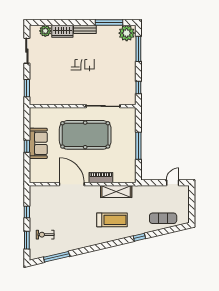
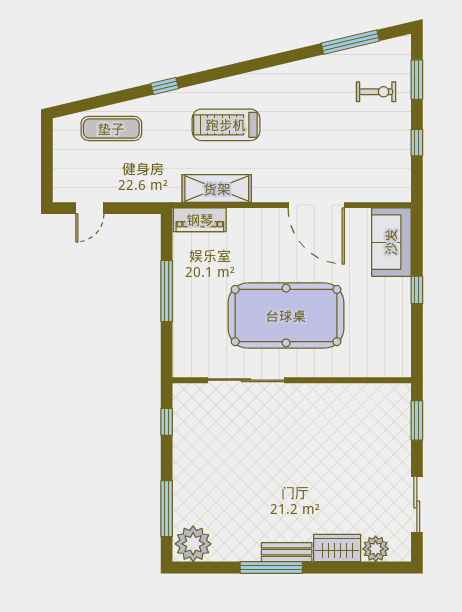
window: (109, 23) -> (271, 568), moved
sofa: (38, 143) -> (391, 242), moved
piano: (101, 178) -> (200, 220), moved

